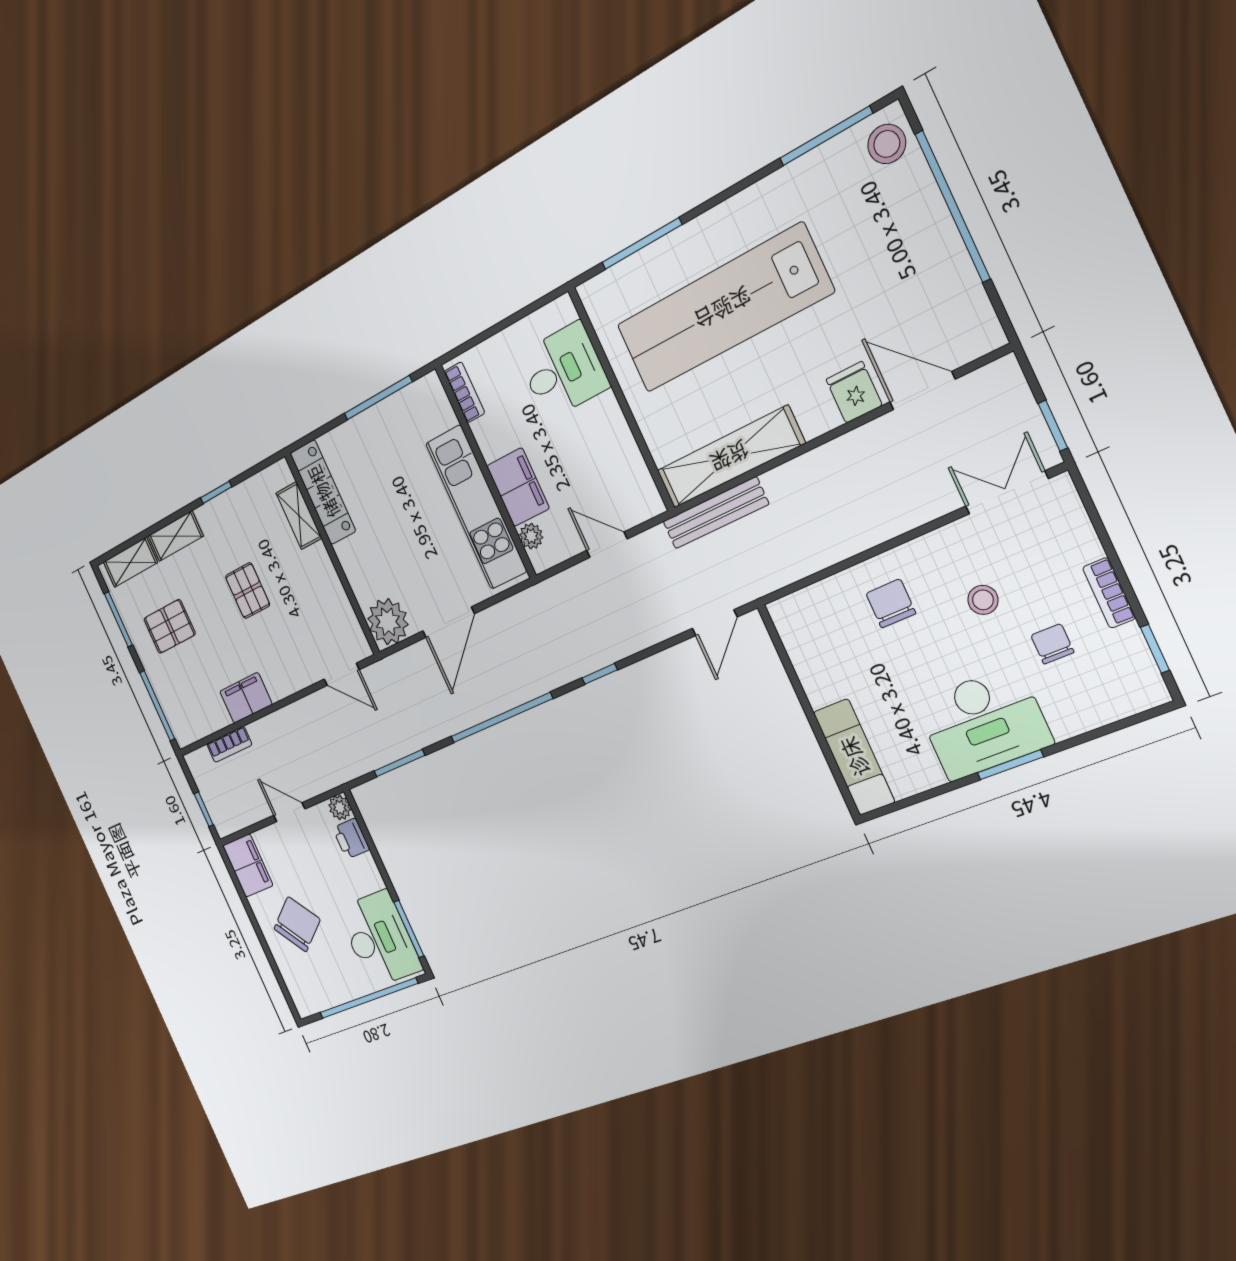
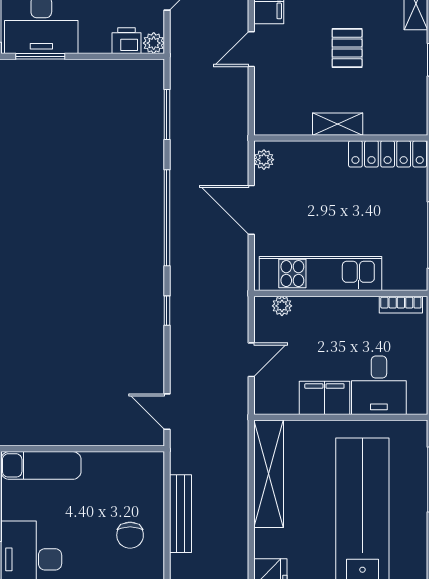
filing cabinet: (518, 487) -> (324, 398), moved, turned 180
bench: (715, 513) -> (180, 514), moved
shelving: (299, 516) -> (338, 124), moved
pallet: (248, 591) -> (347, 48), turned 90
chair: (891, 603) -> (130, 535), turned 90
plant: (388, 622) -> (264, 160), width x0.53, depth x0.53
door: (342, 674) -> (251, 49), moved

